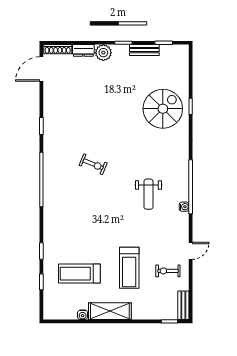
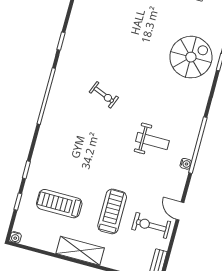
weight bench: (148, 194) -> (152, 141), turned -90
door: (191, 251) -> (180, 211), swing flipped
treadmill: (129, 268) -> (112, 211), turned 180
exercise bike: (168, 271) -> (151, 225), width x1.38, depth x1.39
water cooler: (83, 315) -> (15, 237), moved

